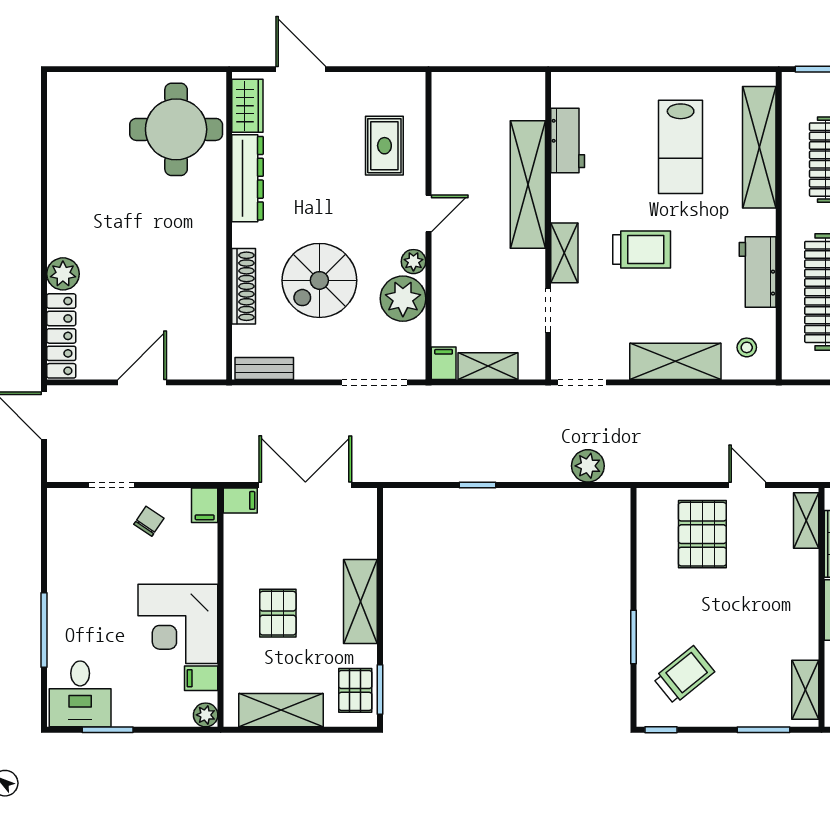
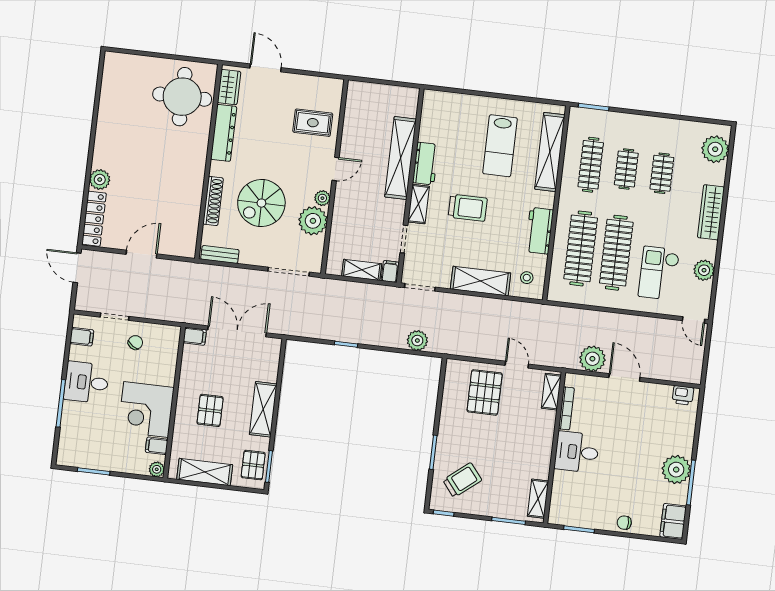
workbench: (568, 140) -> (425, 163), moved
rug: (384, 146) -> (313, 123), turned 90
filing cabinet: (444, 363) -> (390, 271), moved
filing cabinet: (205, 505) -> (82, 337), moved, turned -90
desk: (80, 694) -> (86, 382), moved, turned 90

